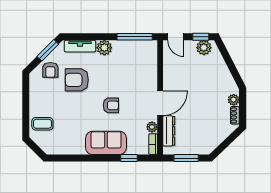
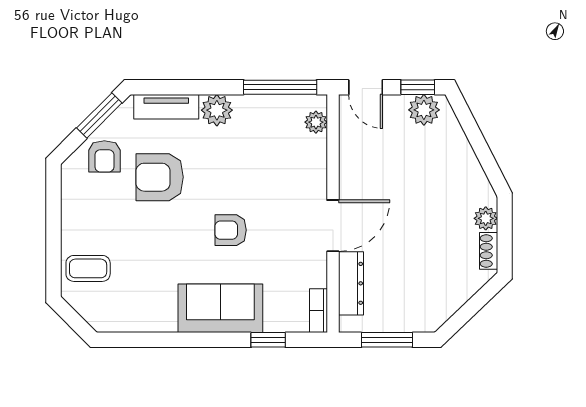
armchair: (111, 105) -> (231, 230), turned 180
plant: (152, 127) -> (316, 122), moved

